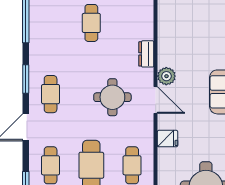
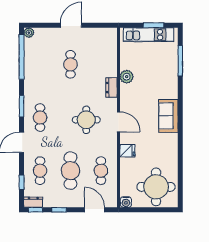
plant: (166, 76) -> (127, 77), moved

